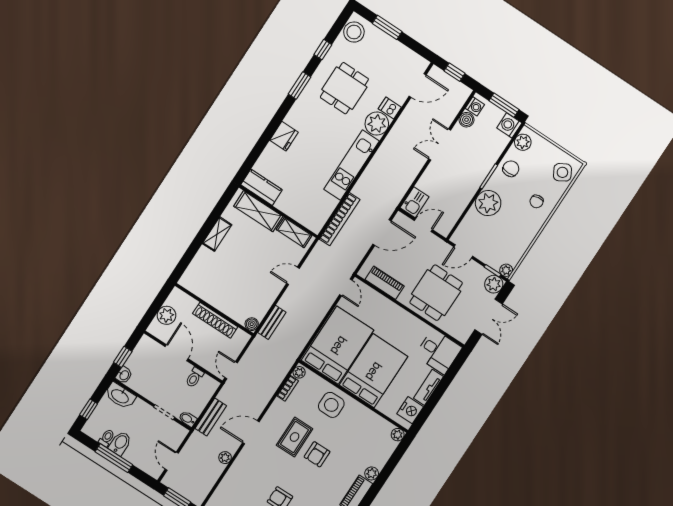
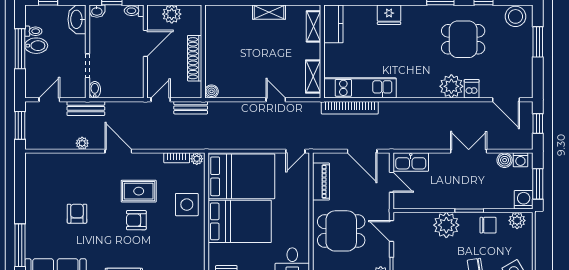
kitchen unit: (352, 165) -> (360, 88), moved
kitchen sink: (415, 202) -> (411, 162), width x1.38
shelving: (258, 211) -> (314, 26), width x0.67, depth x0.75
bench: (272, 322) -> (191, 108), moved
toilet: (194, 377) -> (134, 11), moved
bench: (211, 417) -> (86, 108), moved

